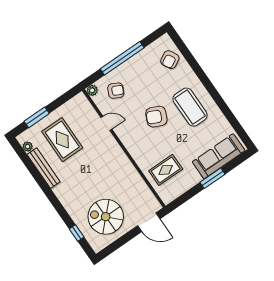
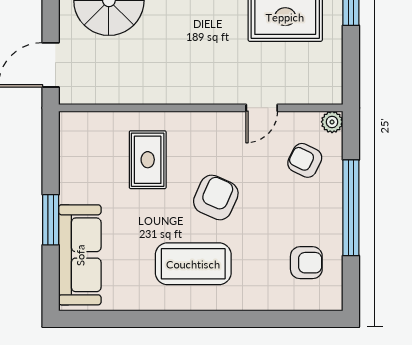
armchair: (170, 60) -> (306, 263), moved, turned 118
armchair: (116, 91) -> (305, 160), turned 90
rug: (166, 170) -> (148, 160), moved

